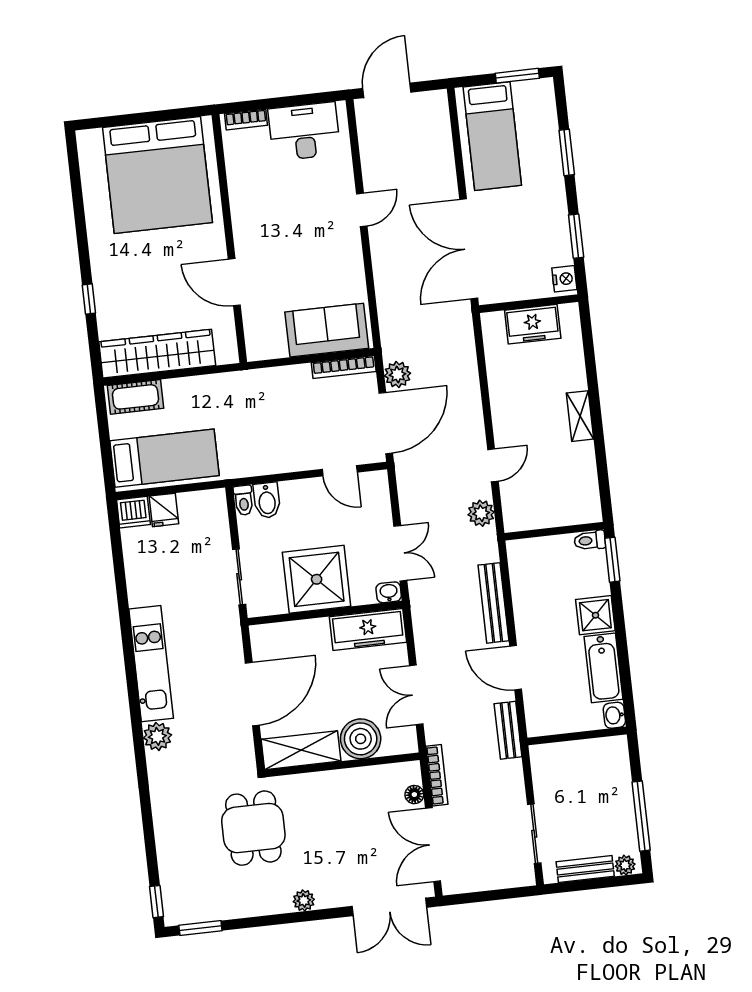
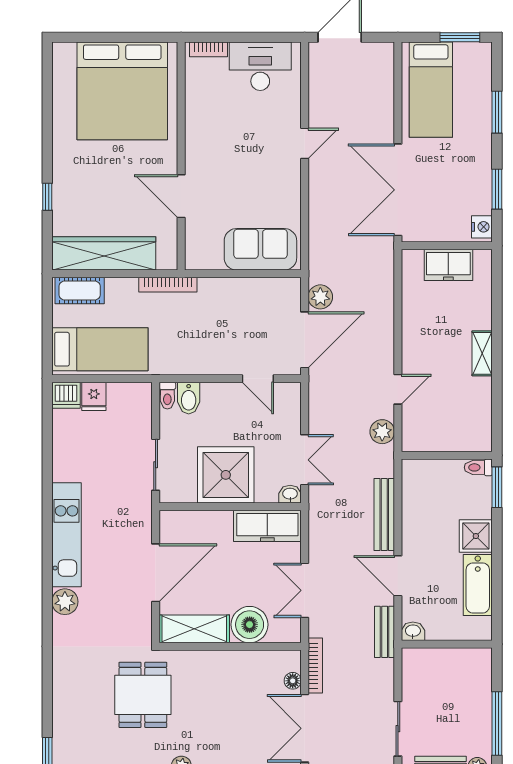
bookcase: (344, 367) -> (168, 285), moved
washbasin: (614, 715) -> (413, 631), moved, turned 90

